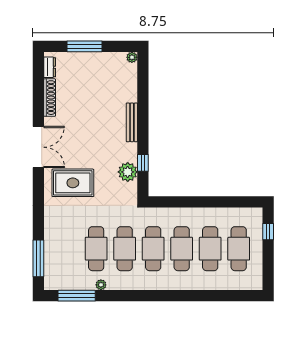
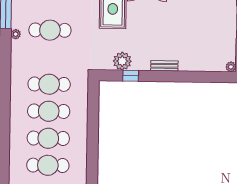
bench: (132, 122) -> (164, 66), width x0.73
cafe table: (125, 249) -> (50, 57), removed

